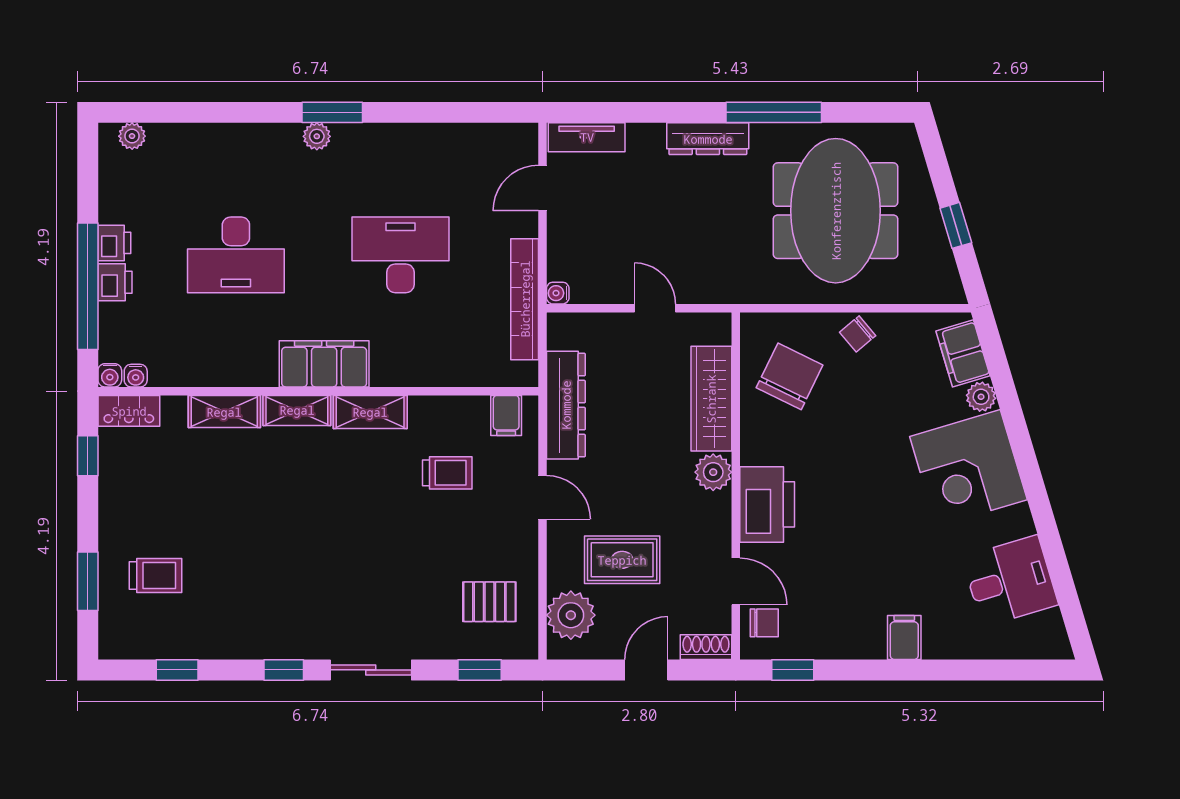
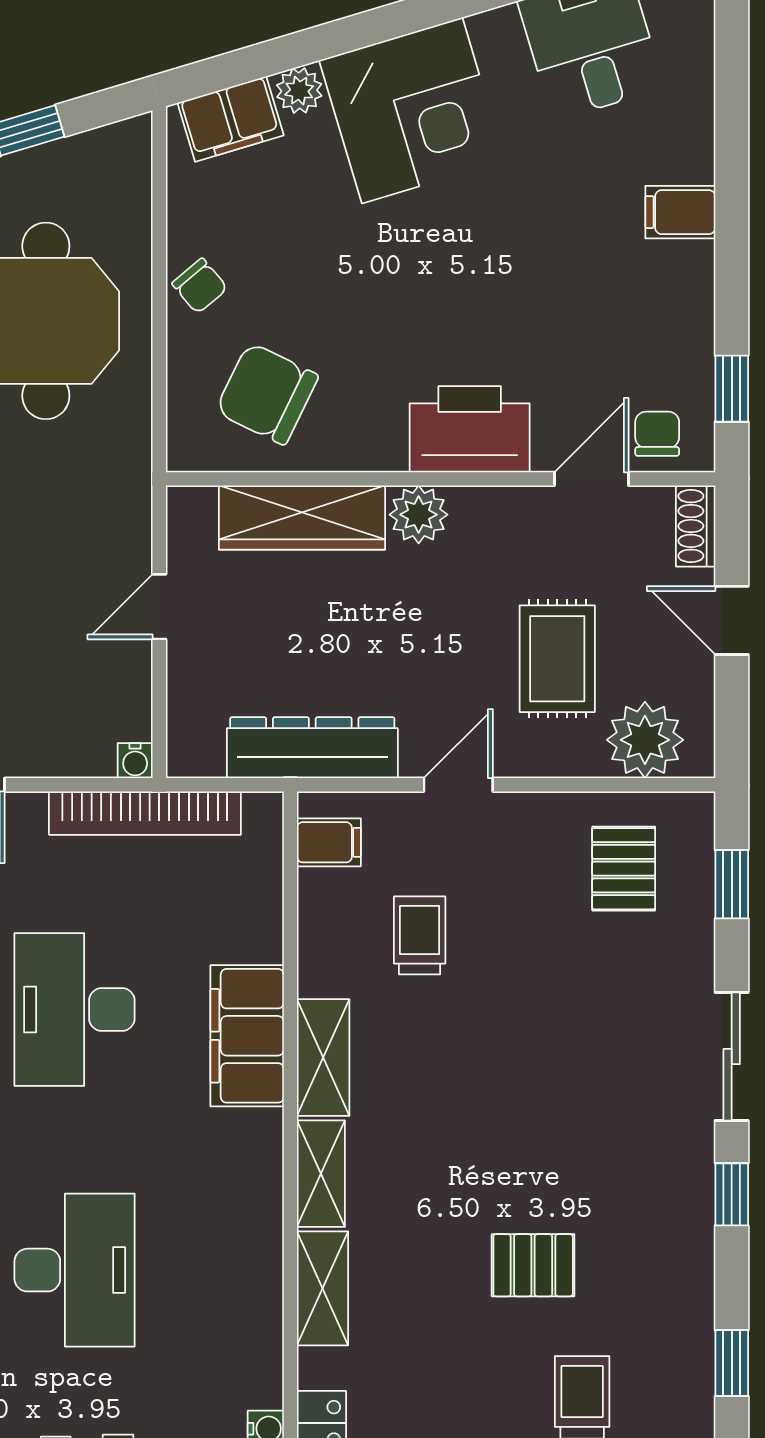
filing cabinet: (324, 364) -> (247, 1036), moved
pallet: (239, 544) -> (533, 1265), added

